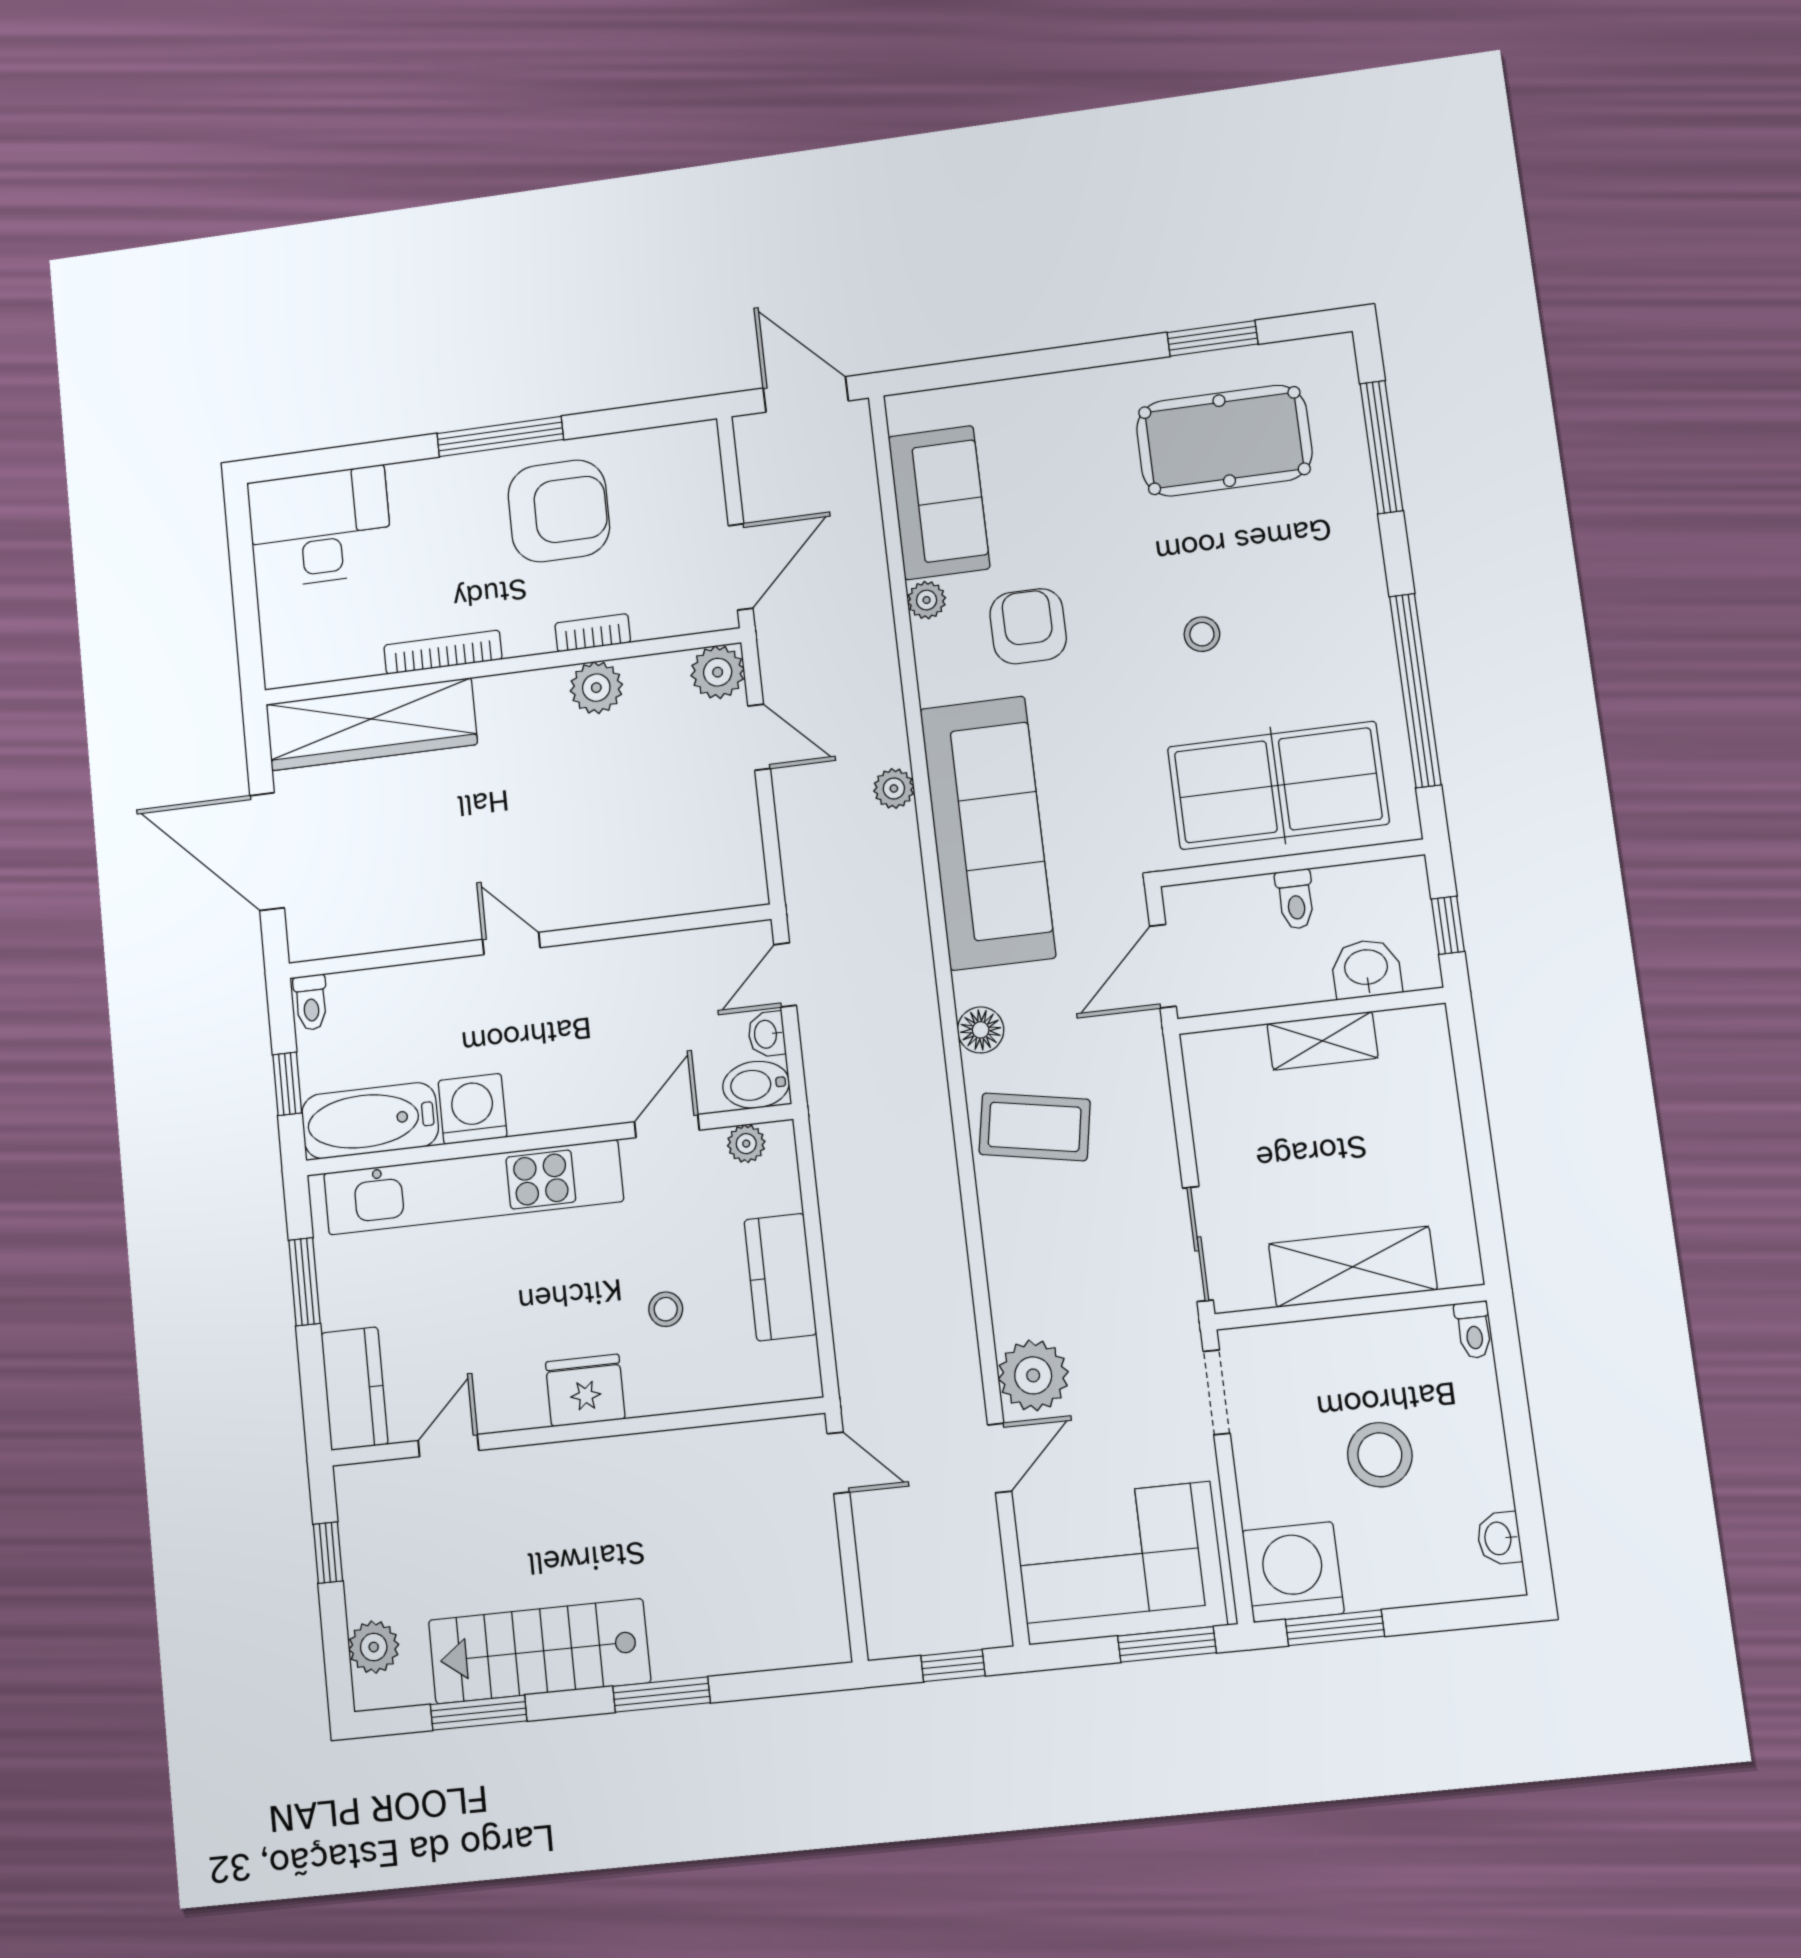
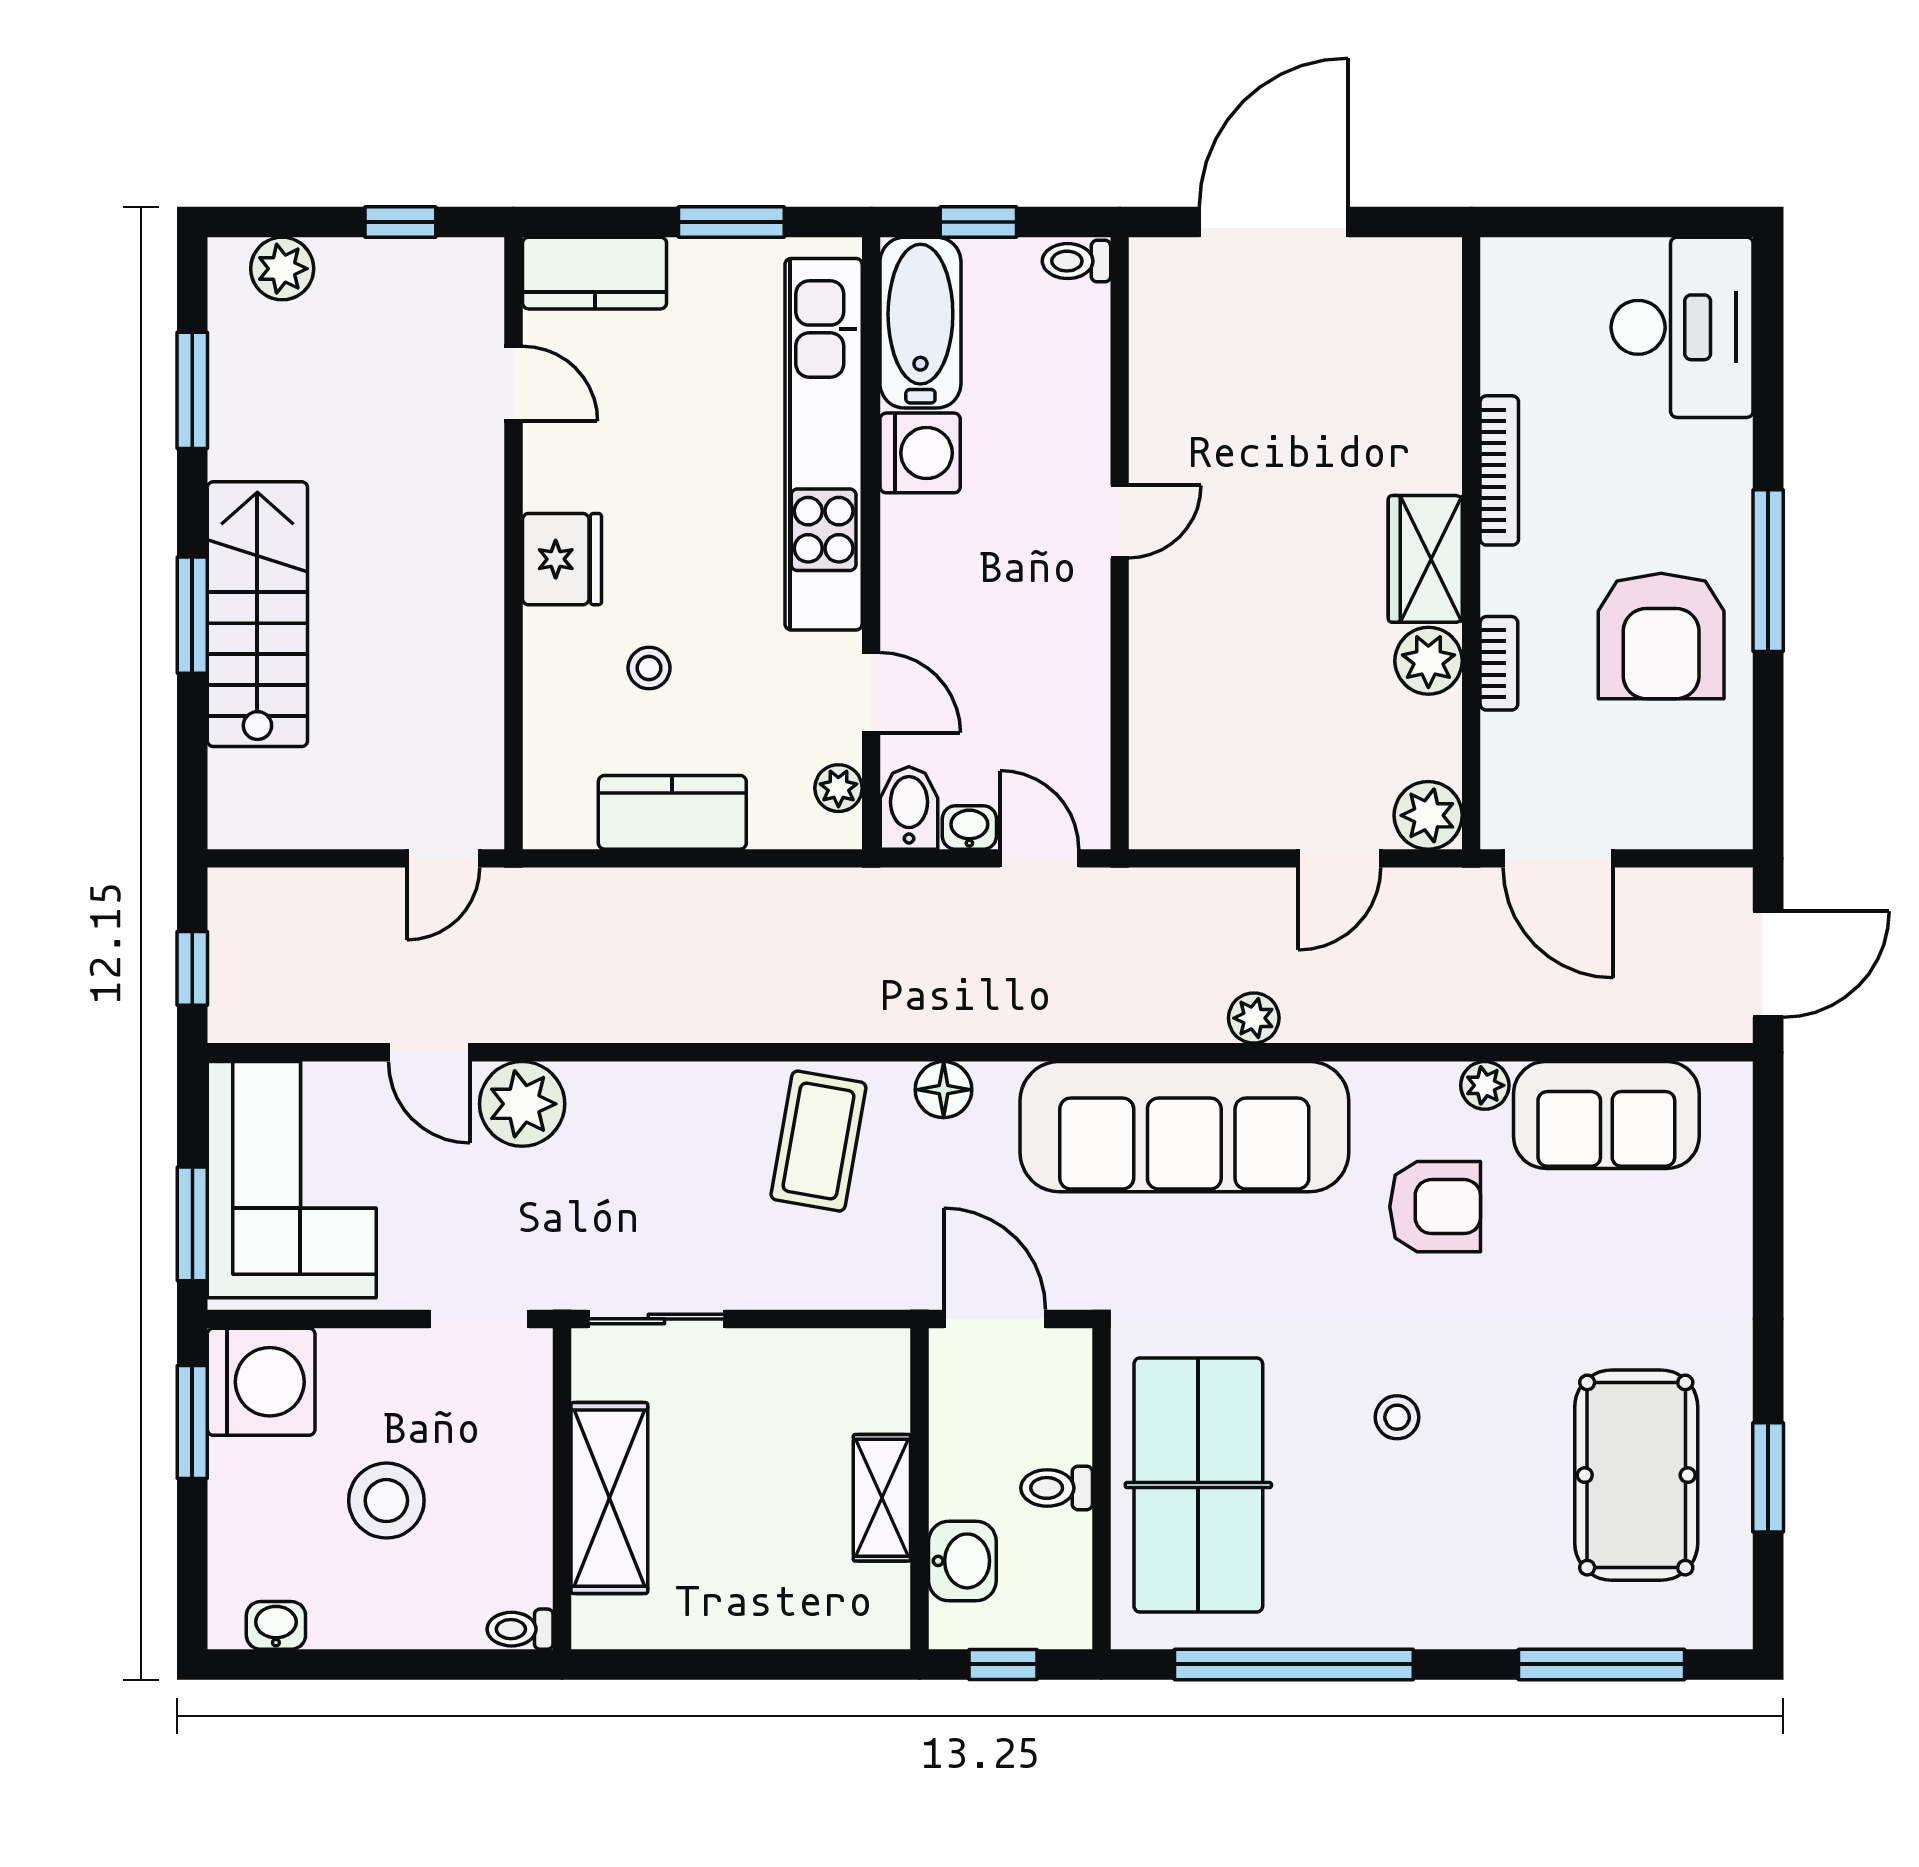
wardrobe: (371, 724) -> (1425, 559), moved, width x0.48, depth x0.85
stairs: (539, 1651) -> (257, 614), moved

